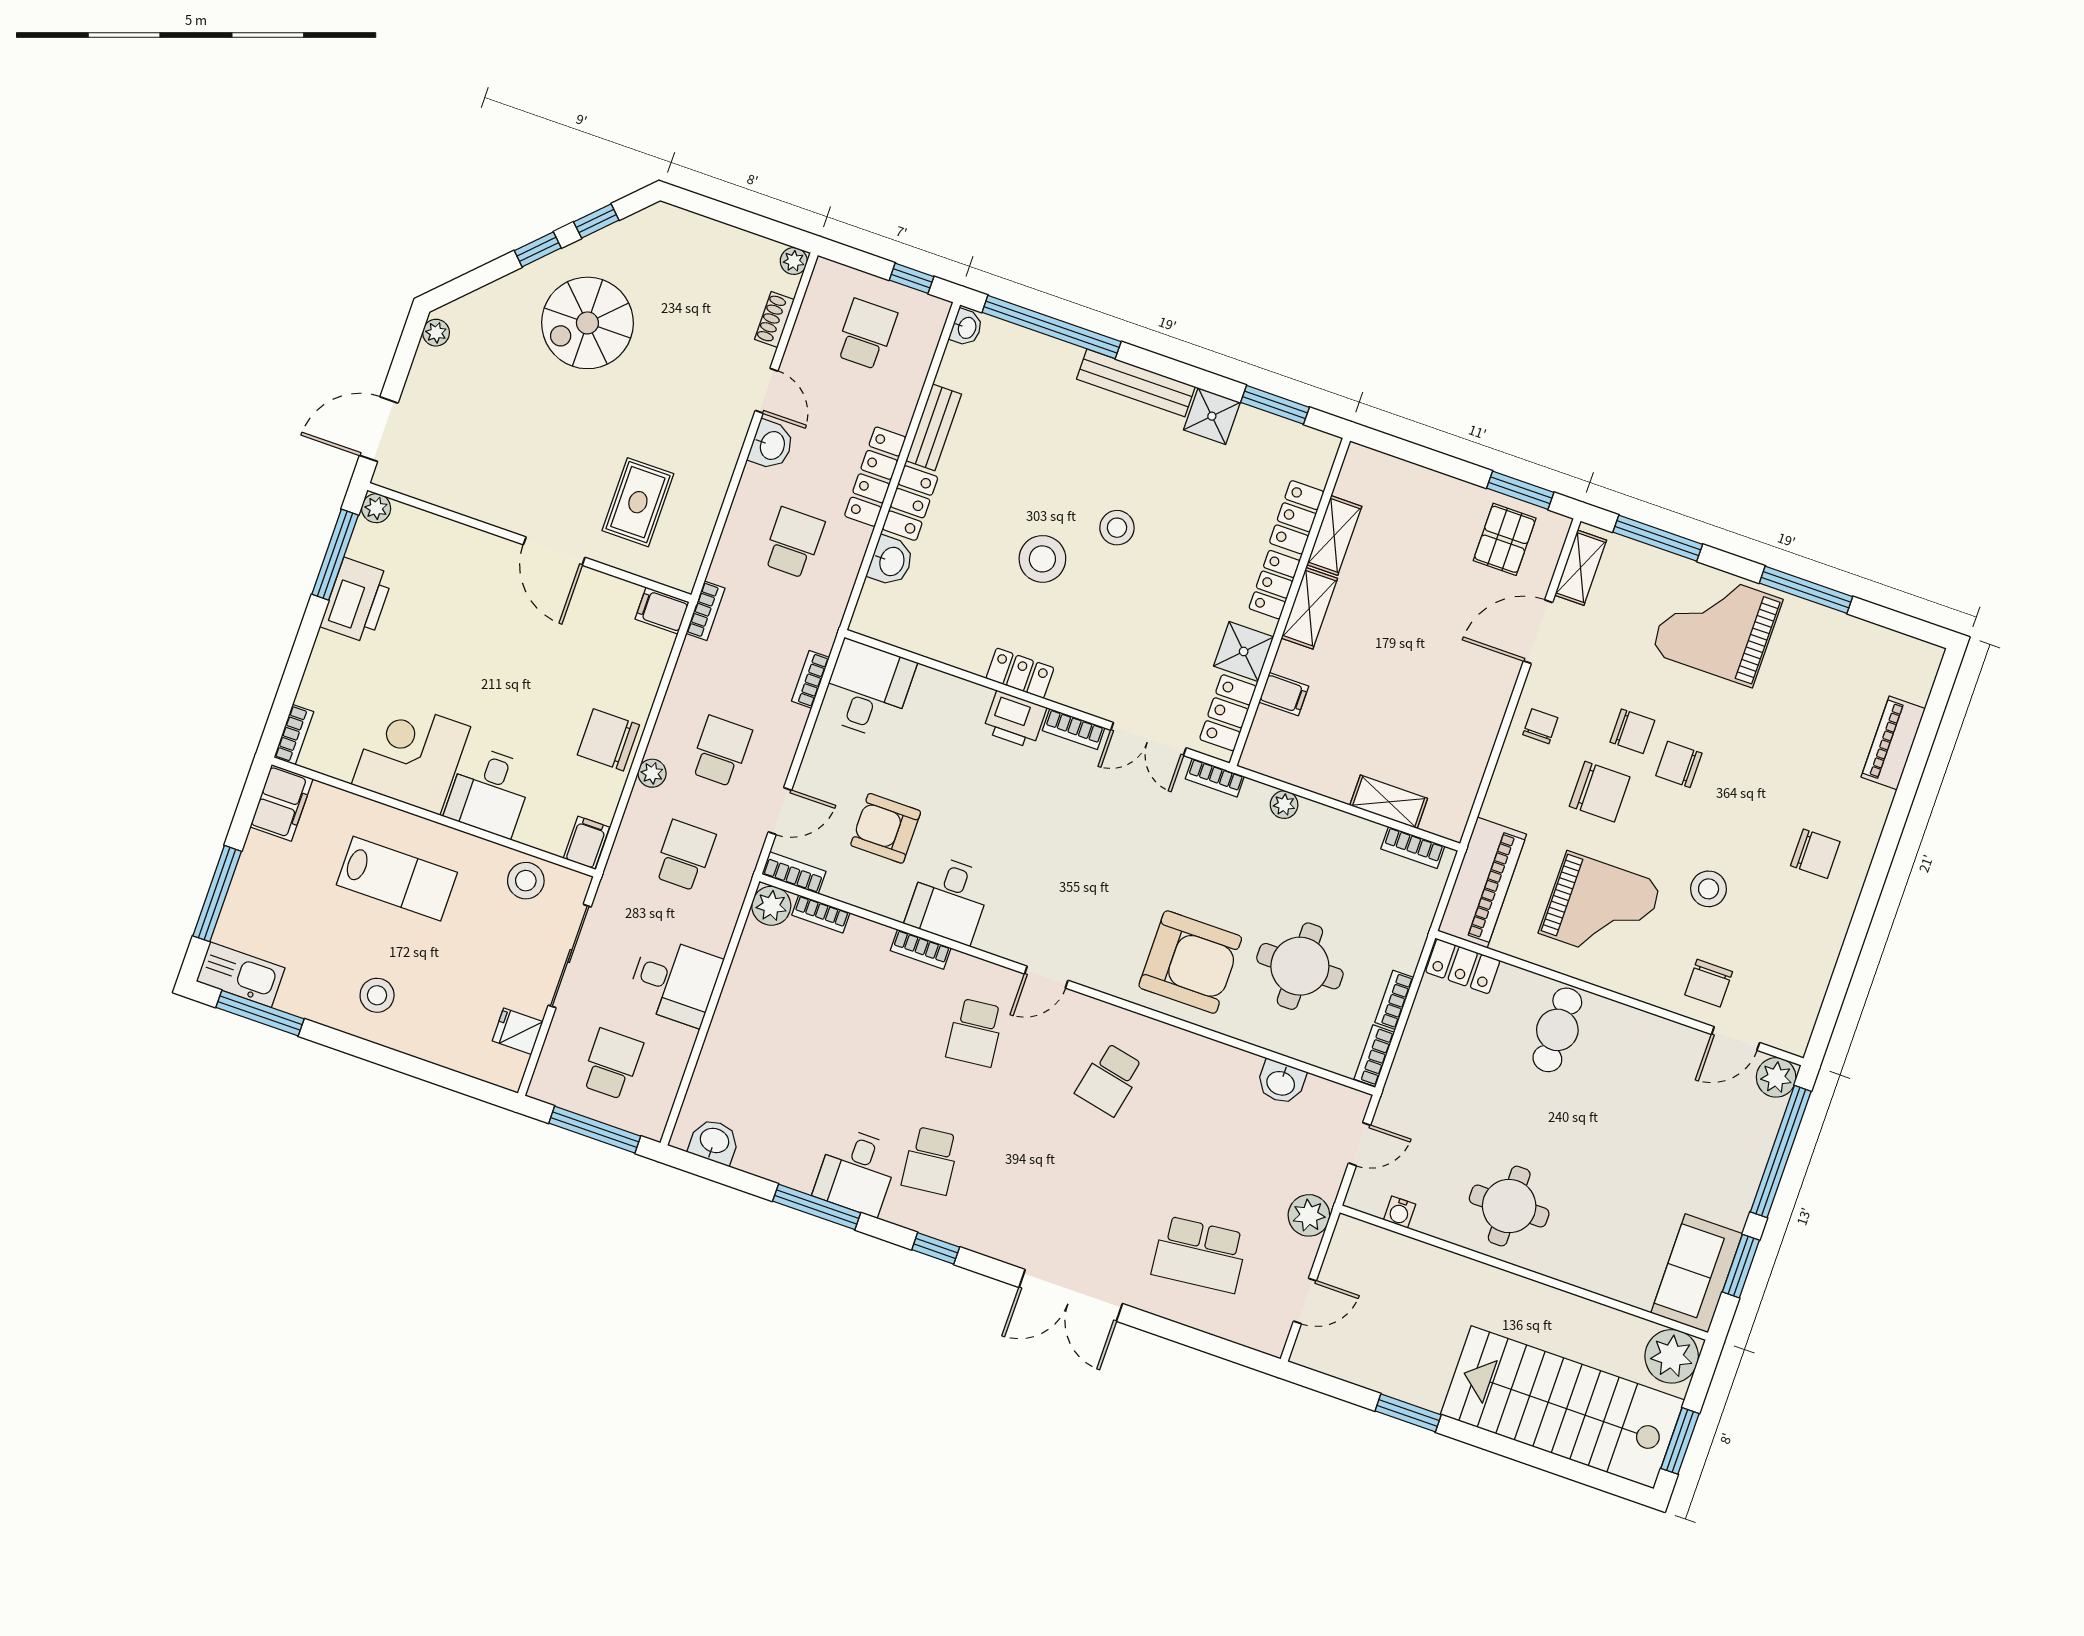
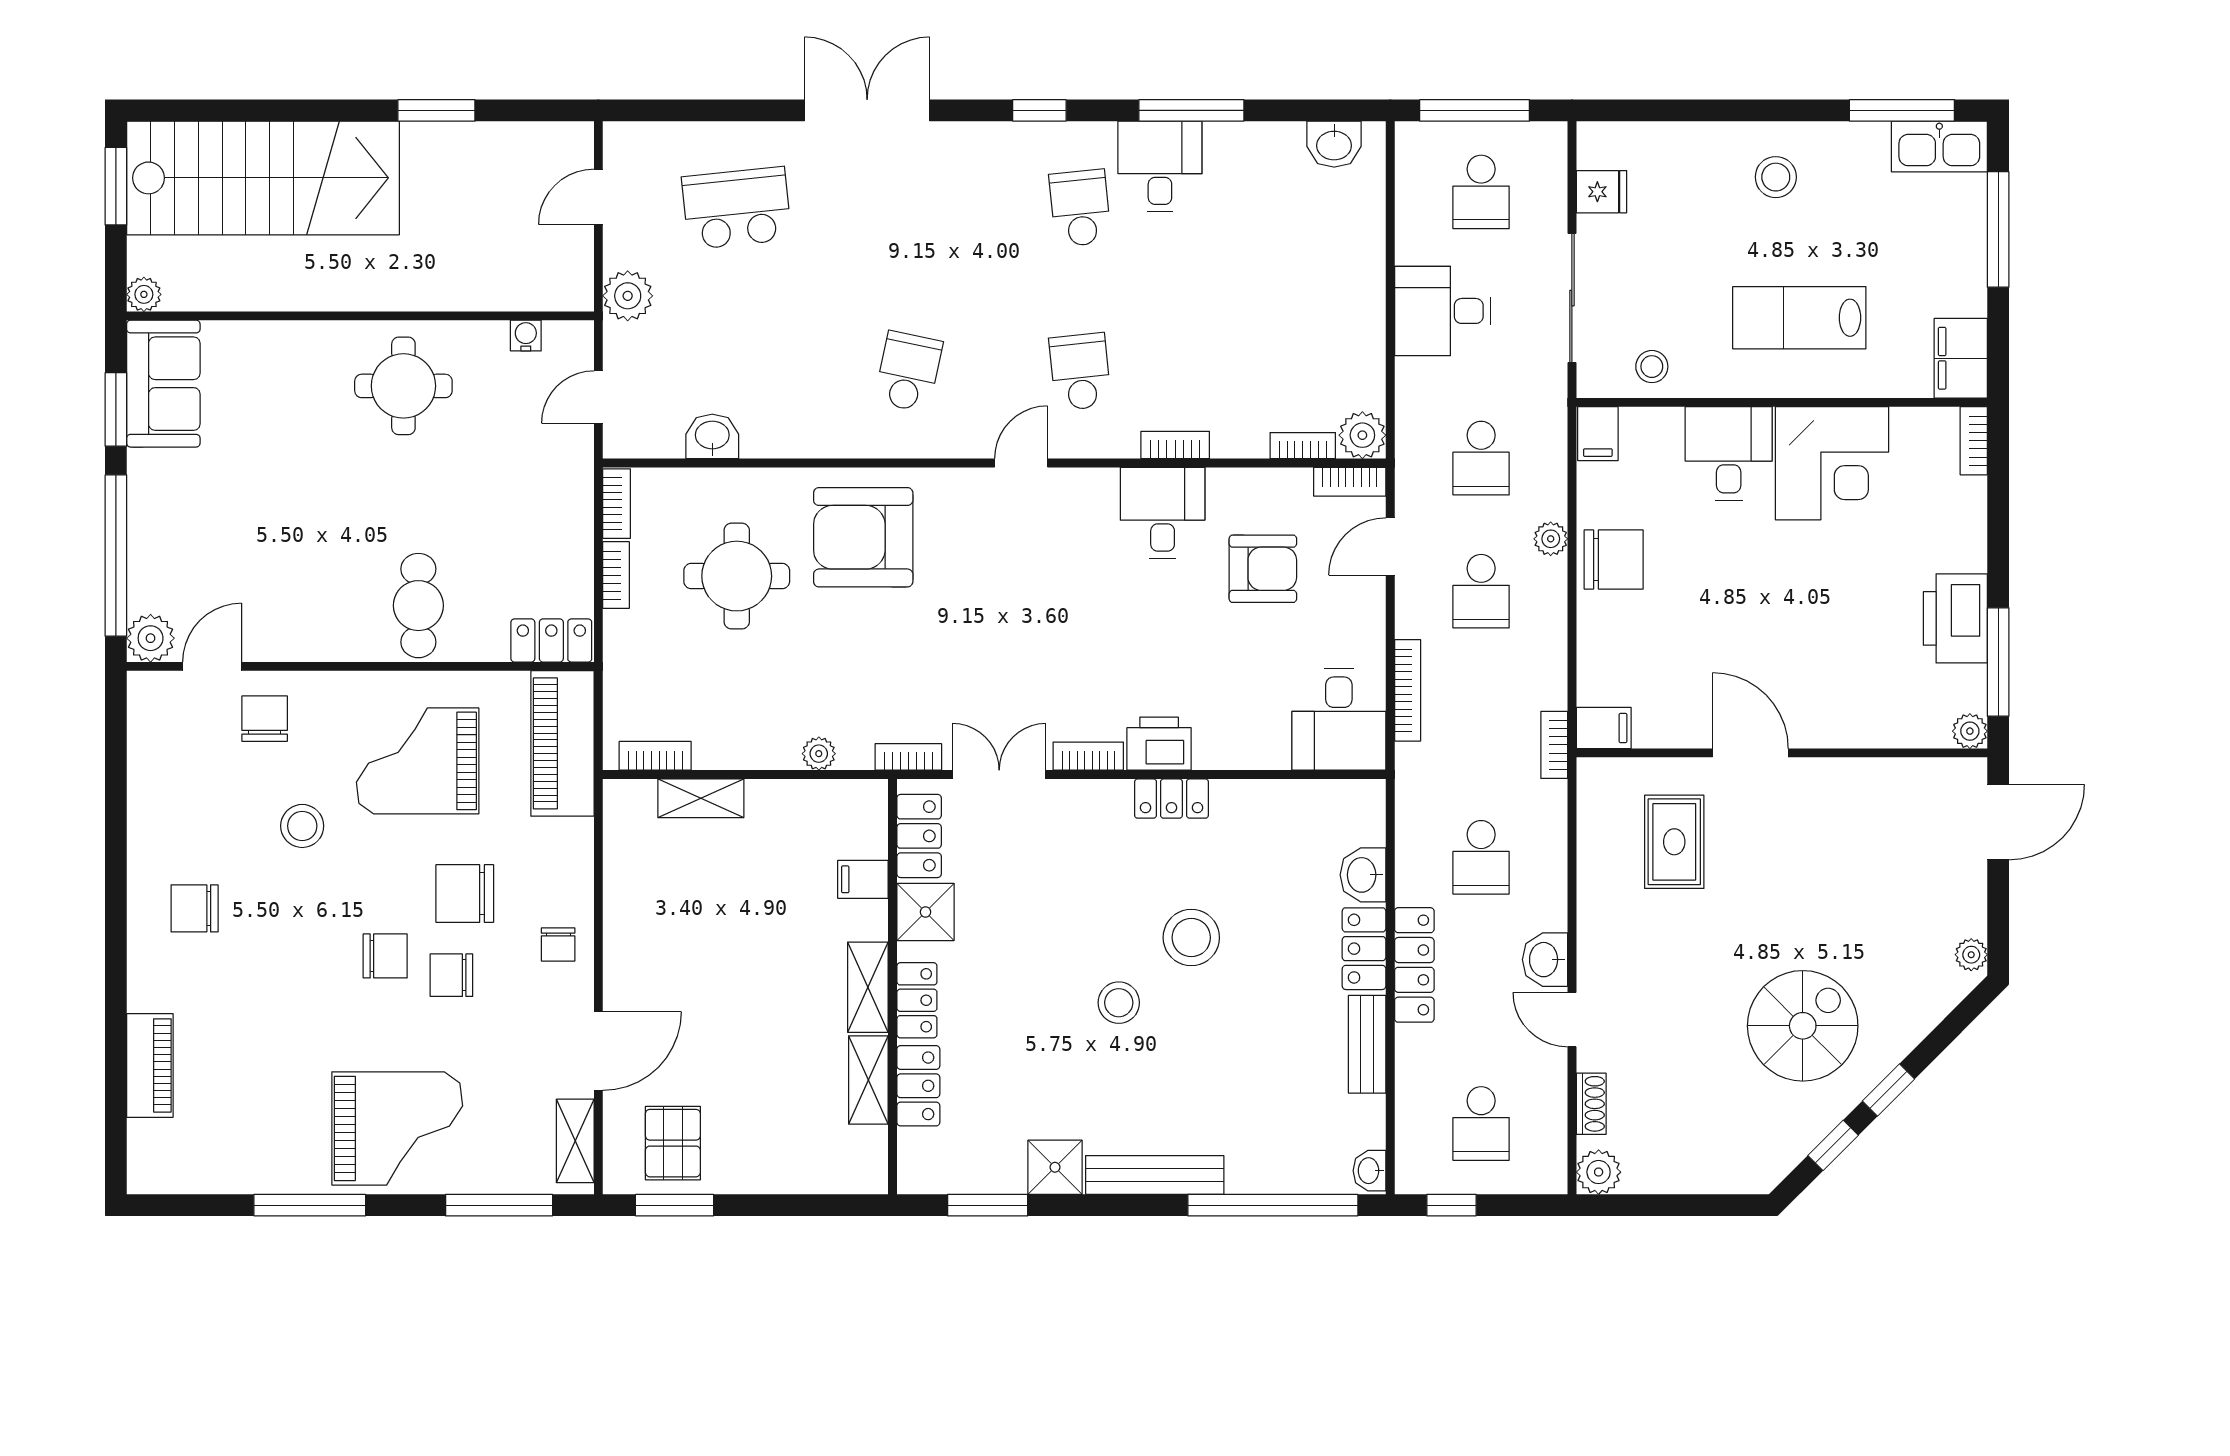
plant: (794, 261) -> (1599, 1172), width x1.38, depth x1.38
bookcase: (811, 679) -> (1408, 690), width x1.56
stool: (526, 881) -> (1652, 367), width x0.73, depth x0.73
plant: (1672, 1356) -> (144, 294), width x0.53, depth x0.53

